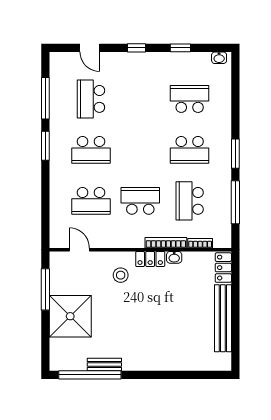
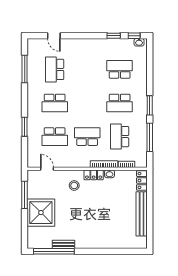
window: (136, 48) -> (134, 36), moved
window: (45, 146) -> (25, 127), moved

